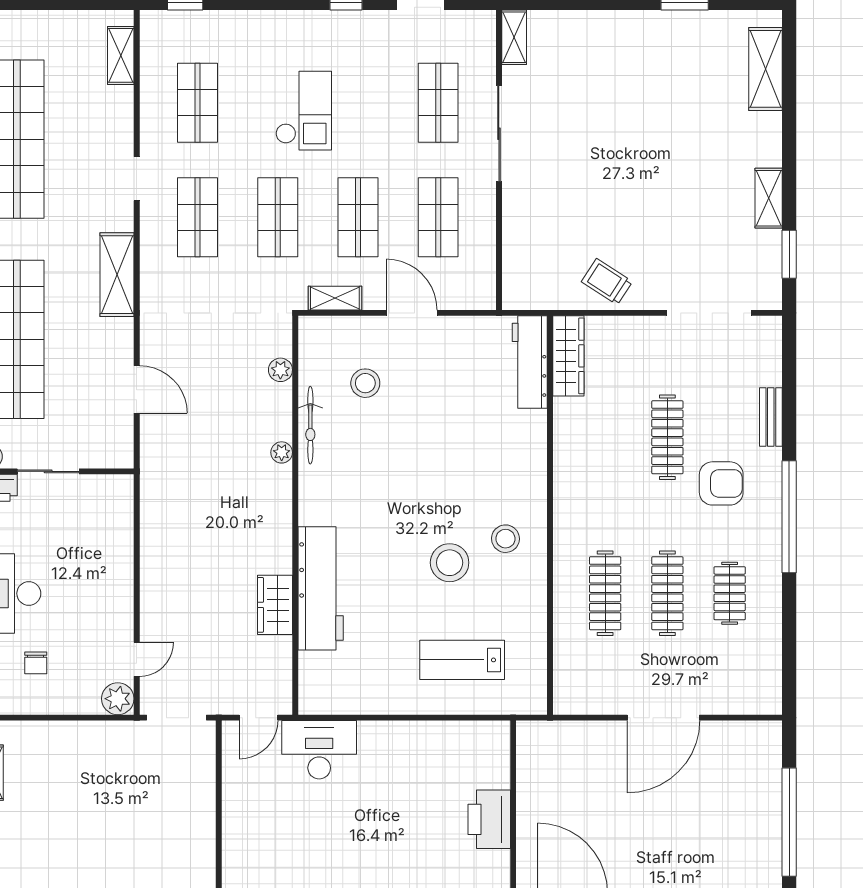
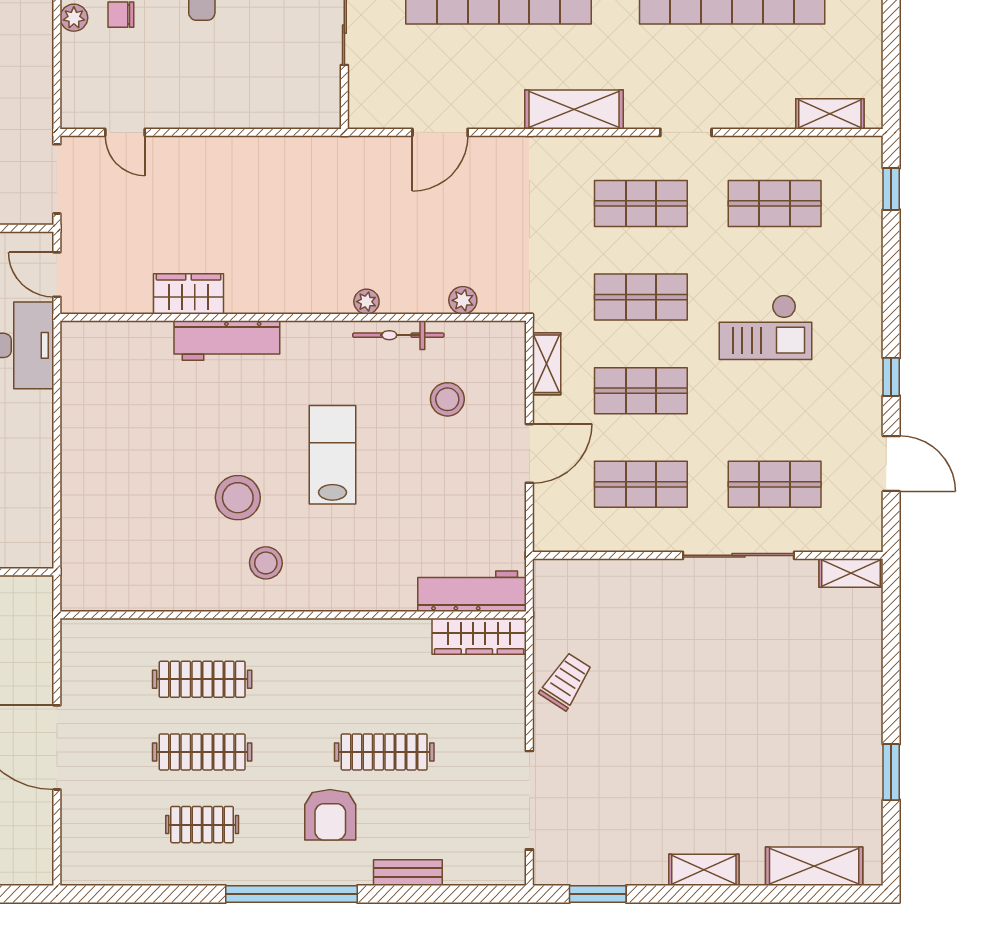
shelving: (769, 198) -> (704, 870), moved
workbench: (321, 588) -> (227, 341), width x0.73, depth x0.76
lab bench: (462, 660) -> (332, 455), moved
plant: (118, 699) -> (74, 18), moved, width x0.73, depth x0.73

